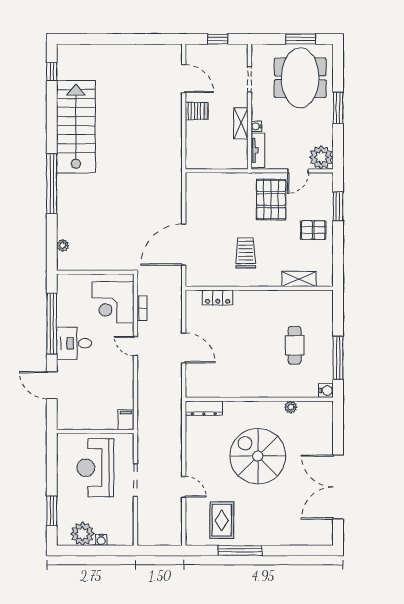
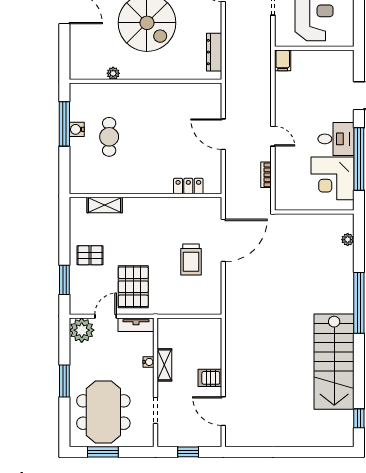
tv unit: (258, 150) -> (136, 325), moved, turned -90
trolley: (246, 253) -> (191, 260), moved
corner desk: (113, 302) -> (333, 178), moved, turned 180
water cooler: (326, 391) -> (77, 129), moved
dresser: (204, 408) -> (214, 52), moved, turned -90

